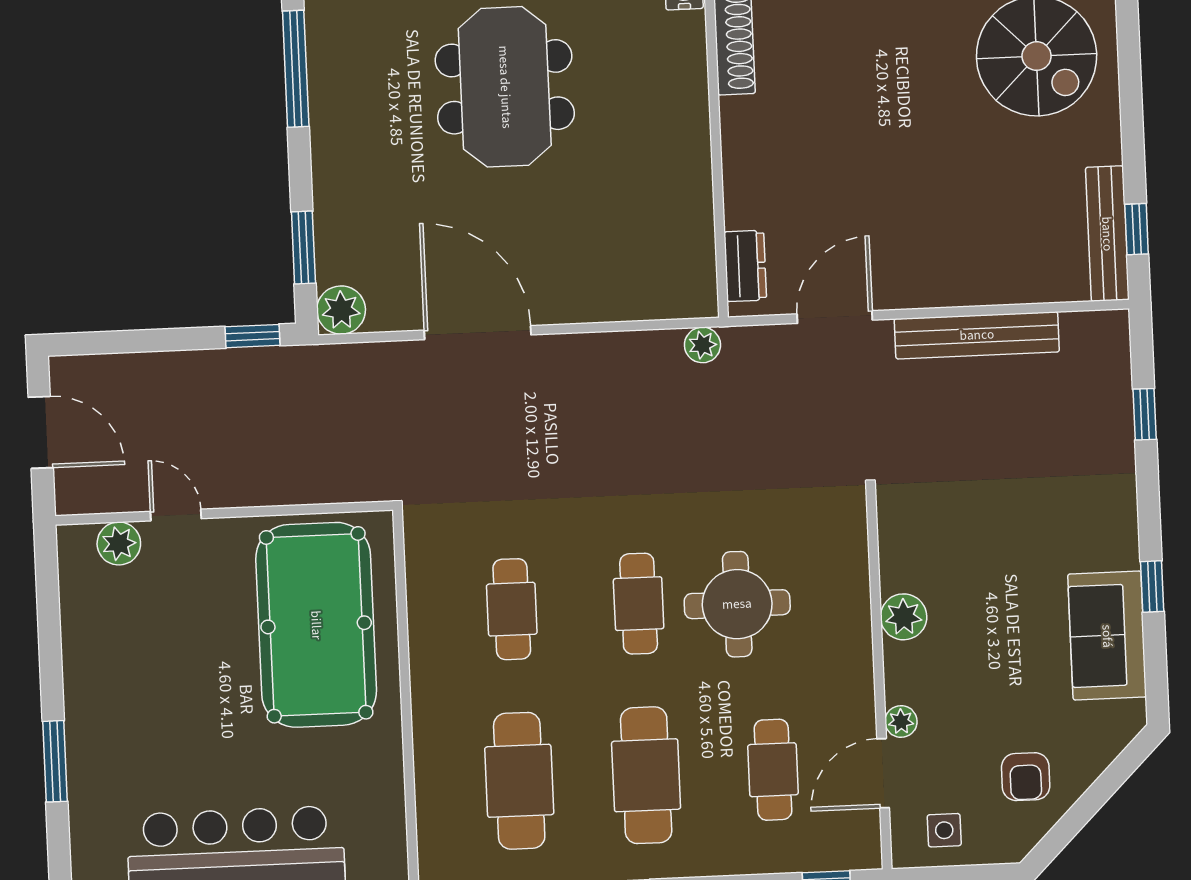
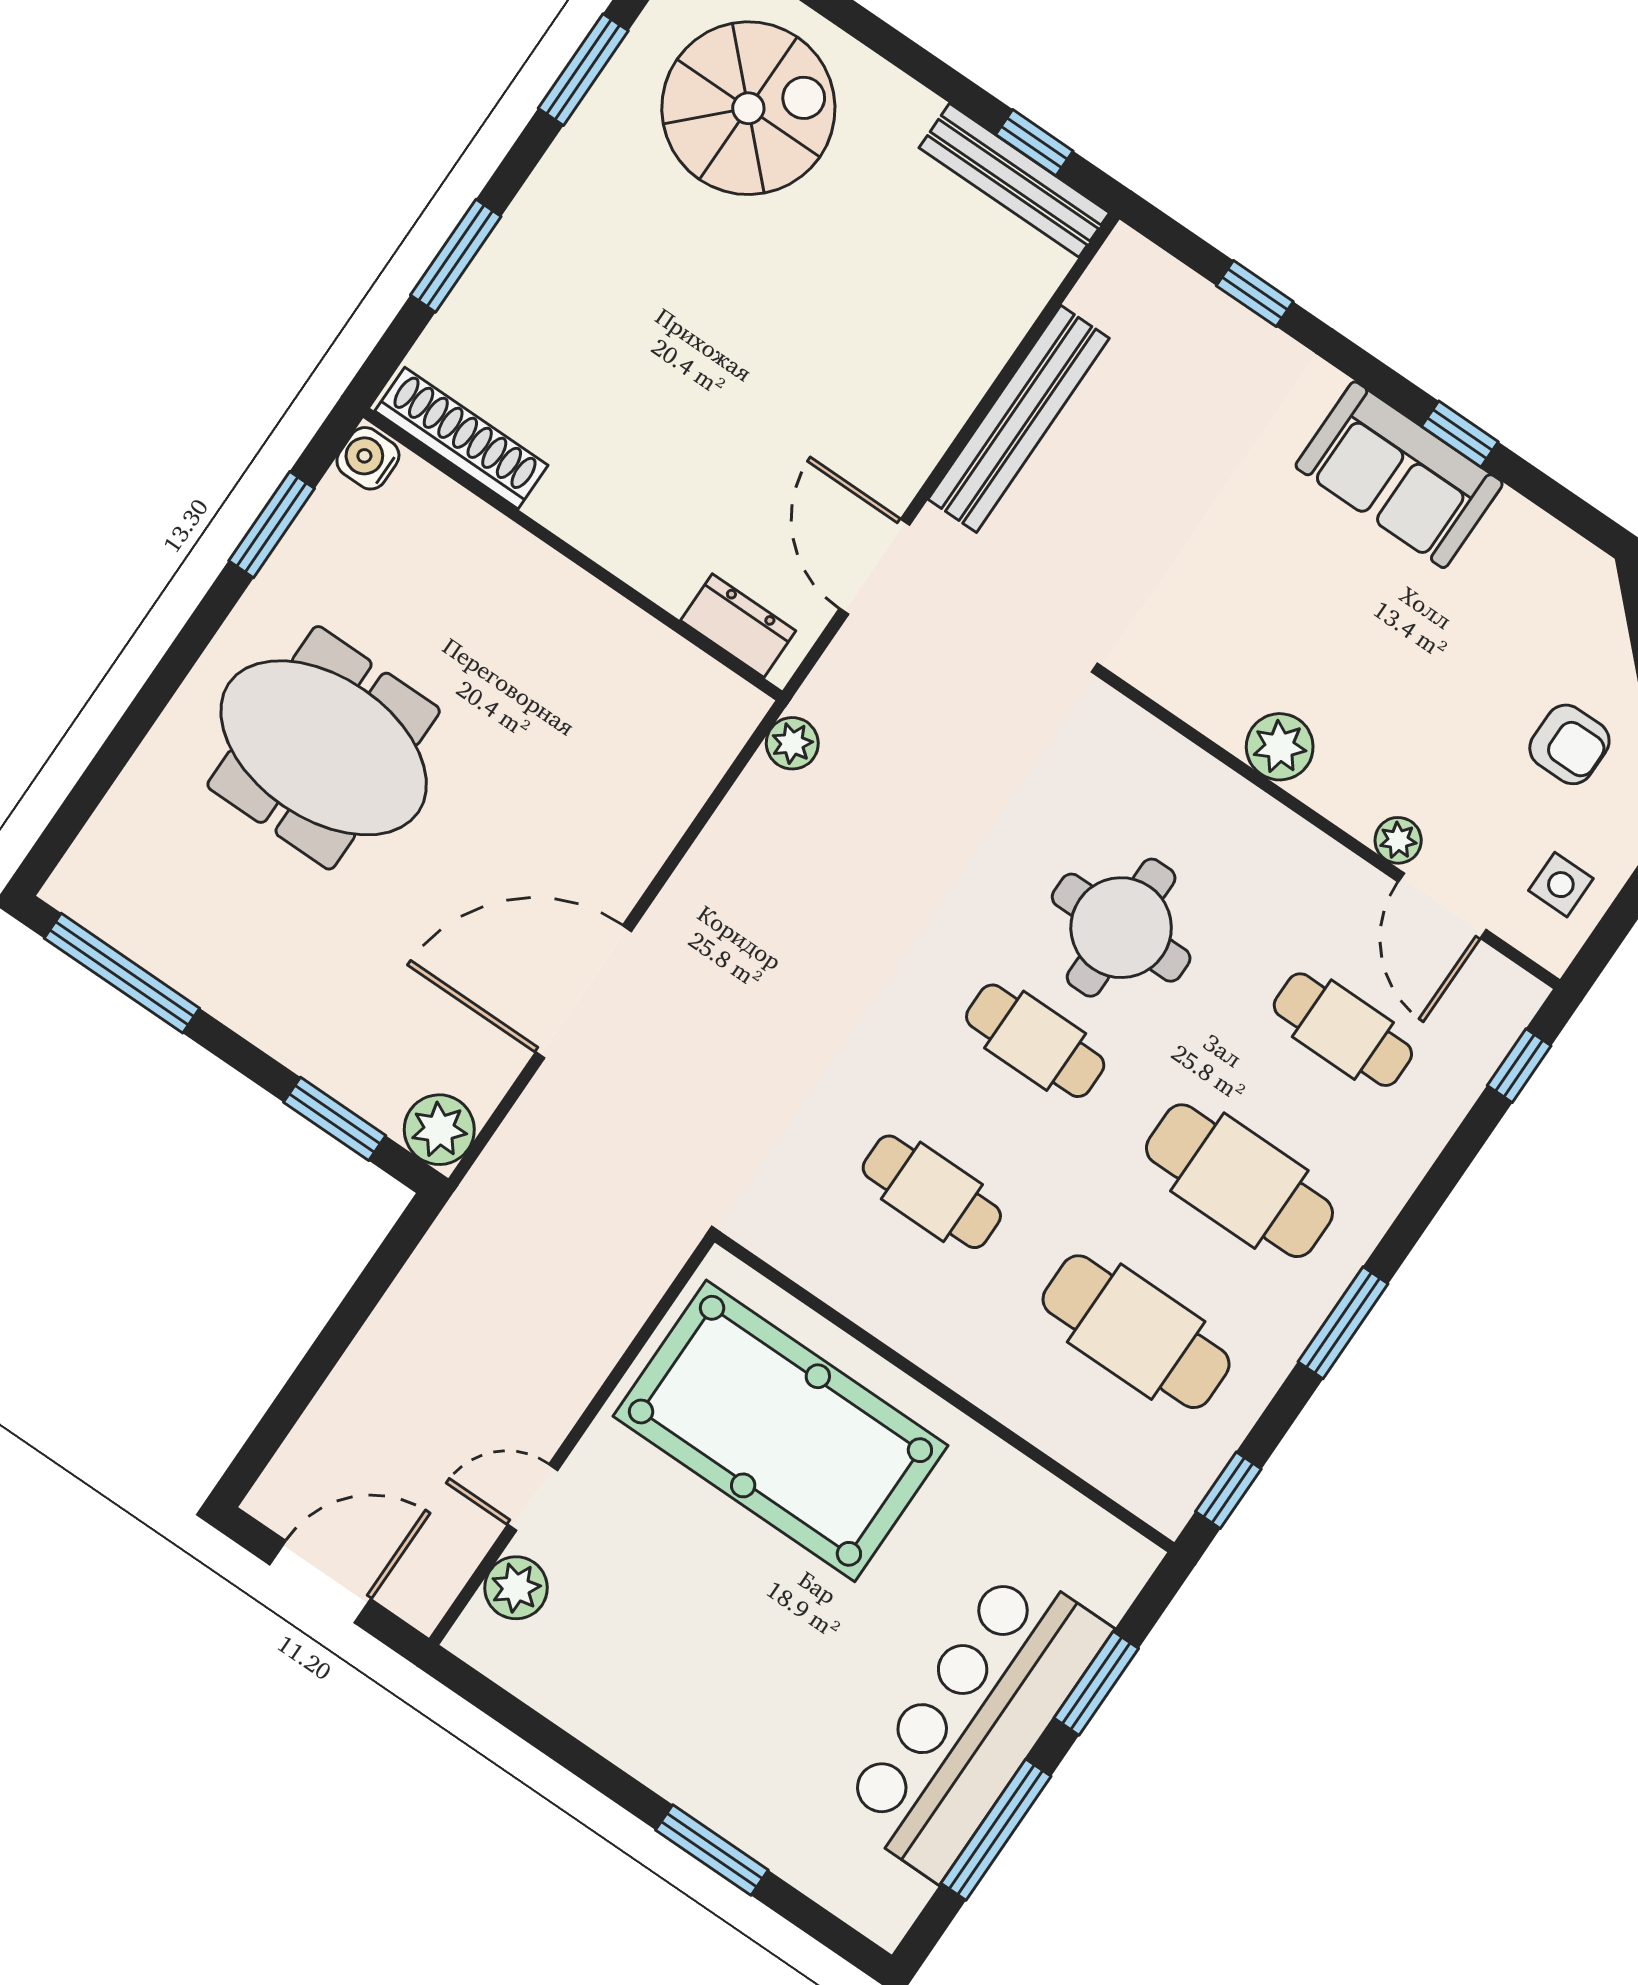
window: (252, 336) -> (393, 1254), removed
sofa: (1107, 636) -> (1399, 475), moved

